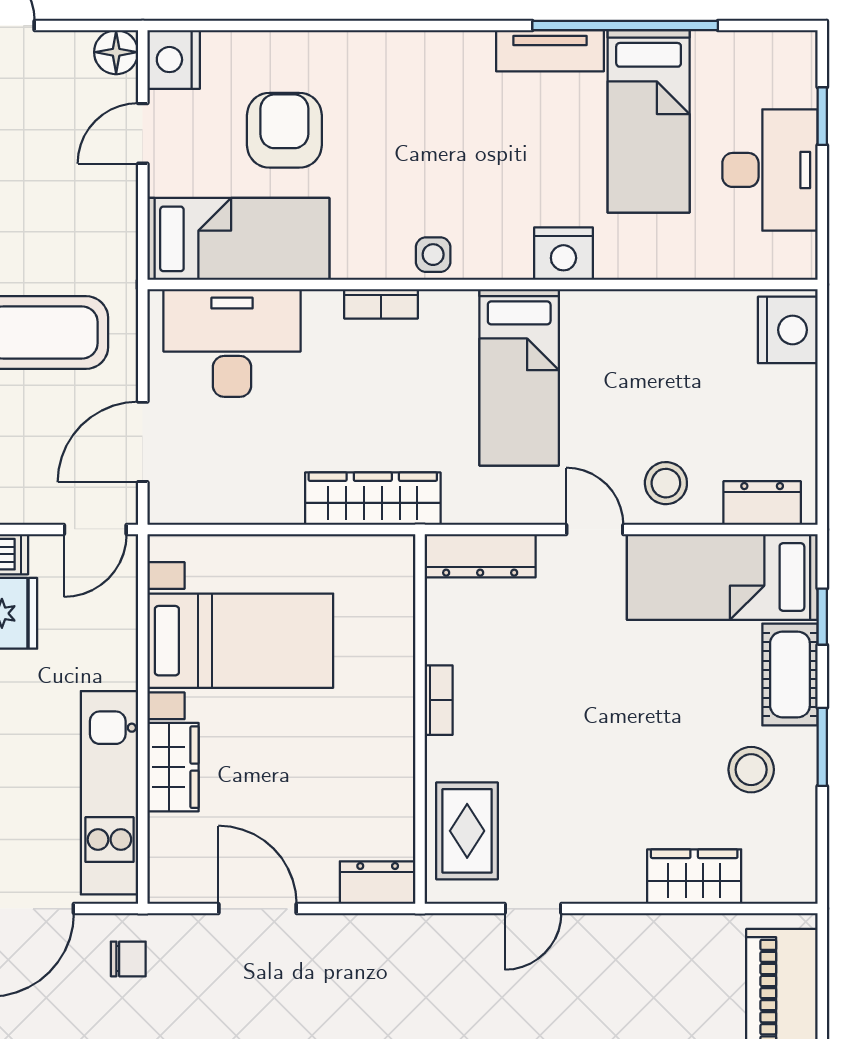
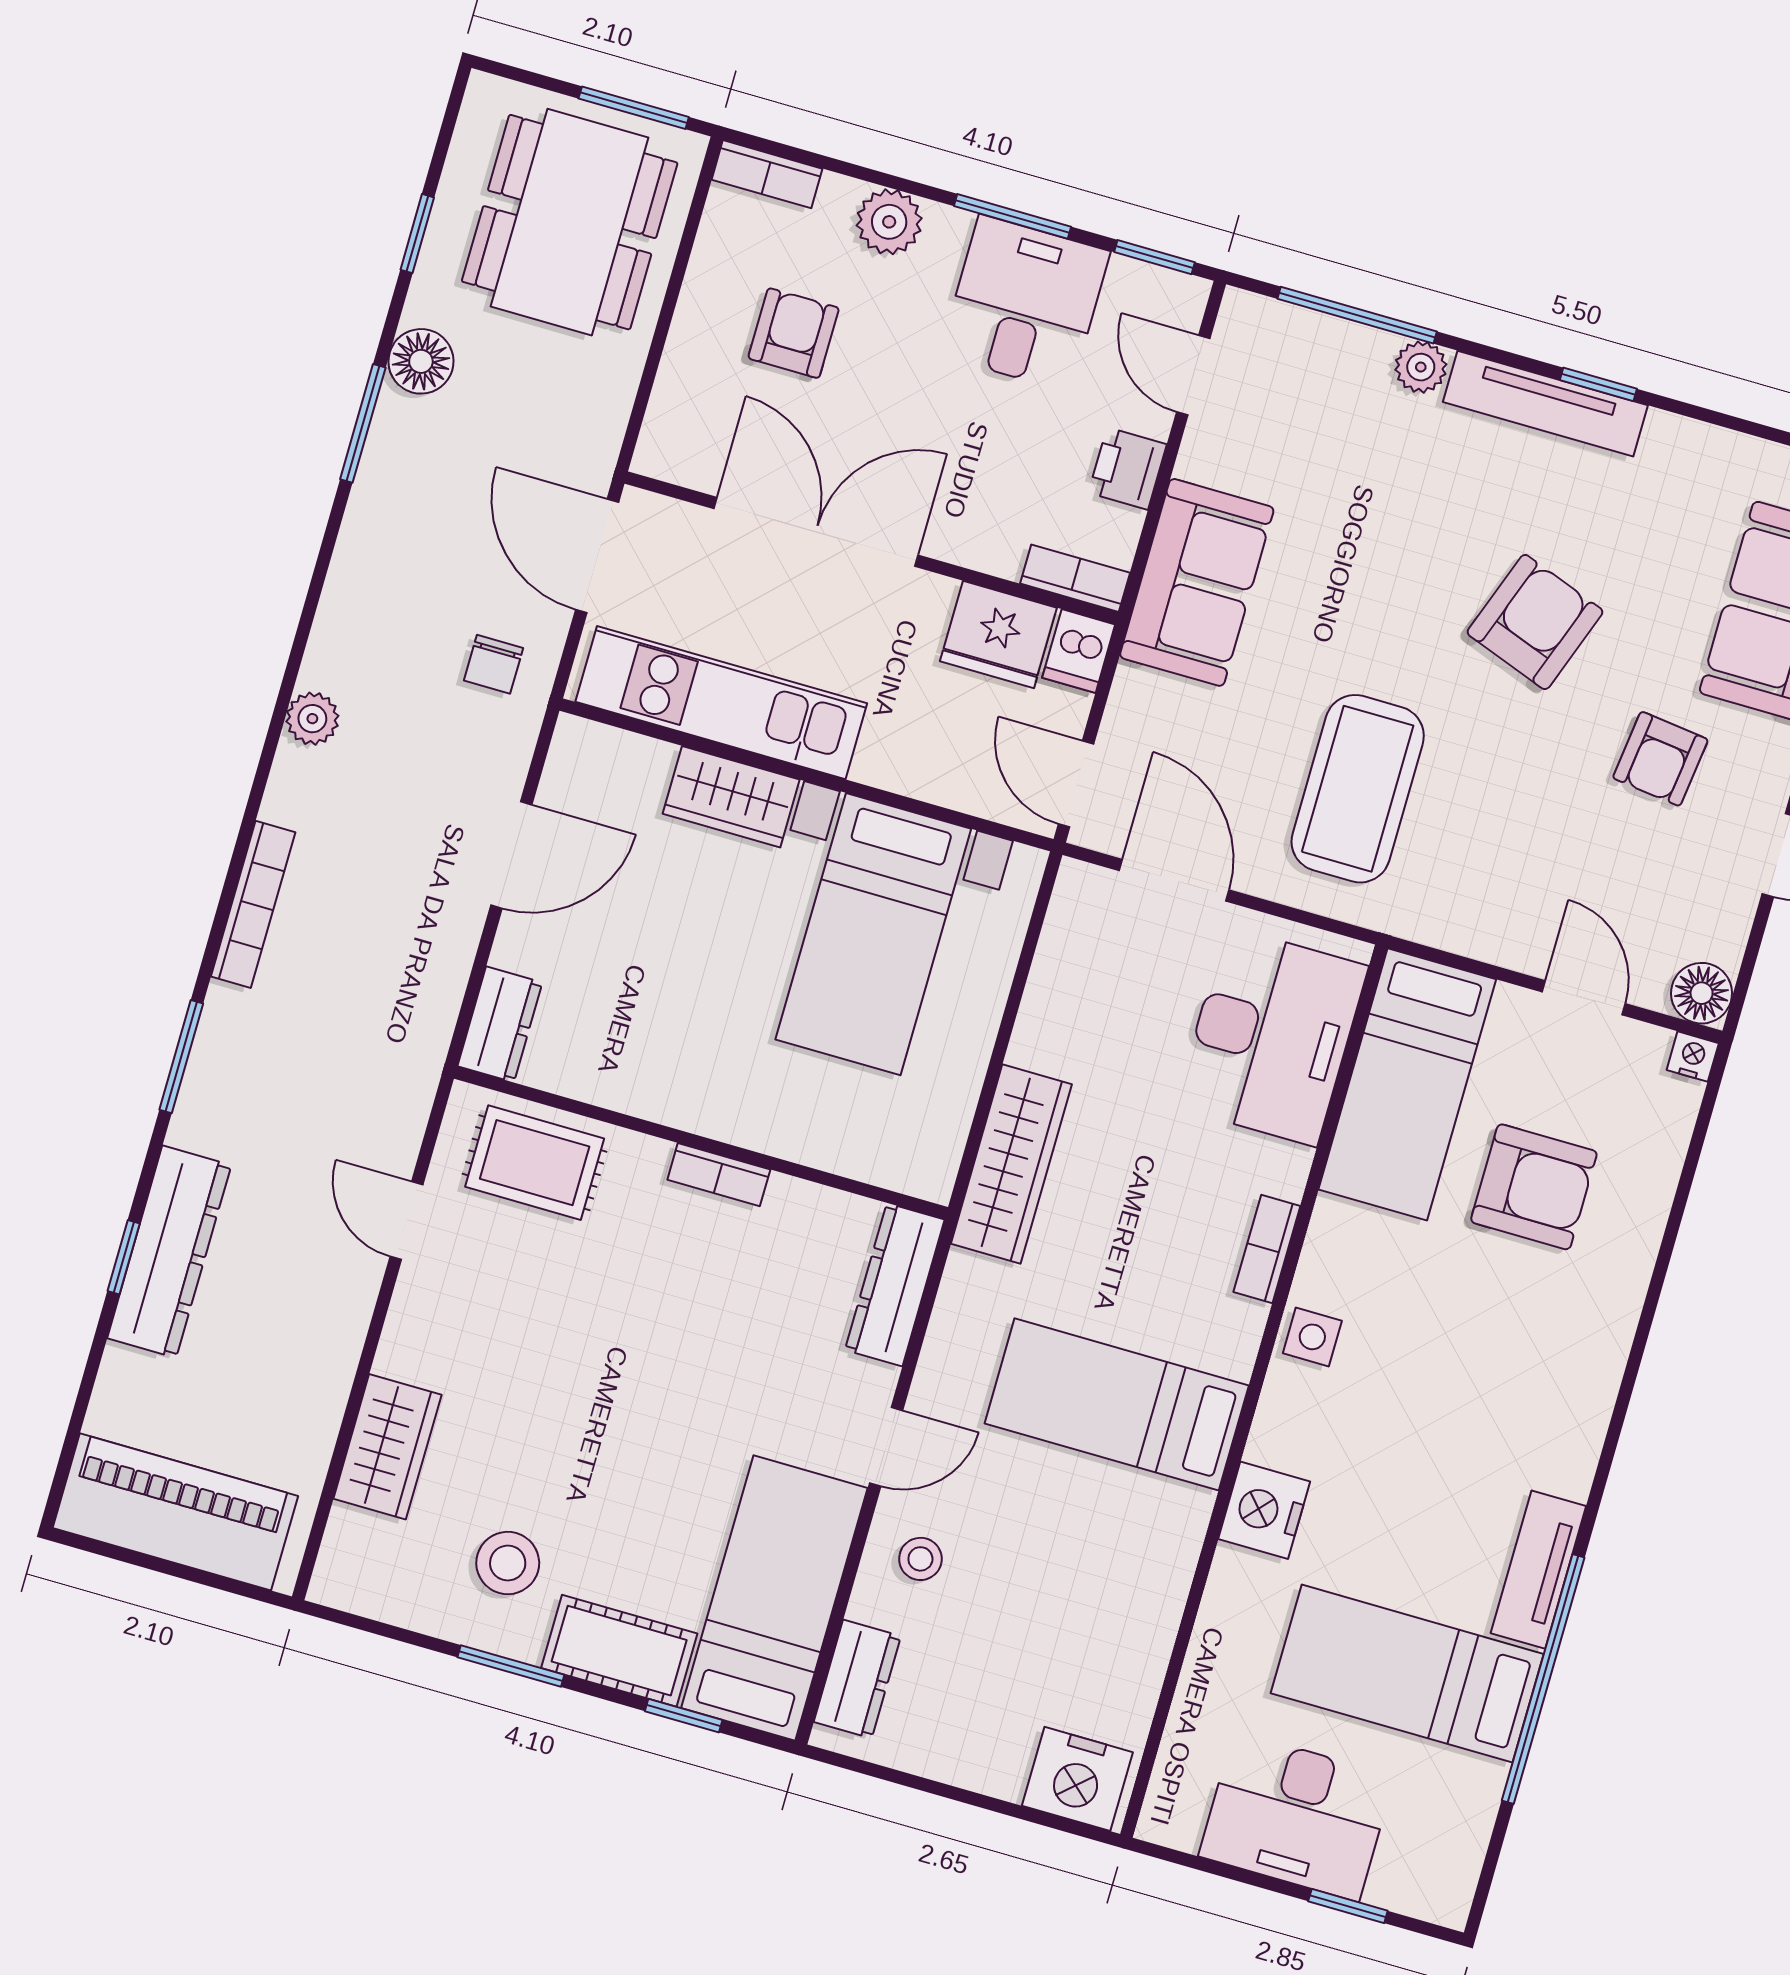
nightstand: (174, 60) -> (1693, 1057), width x0.53, depth x0.56
stool: (666, 483) -> (920, 1559), width x0.73, depth x0.73

